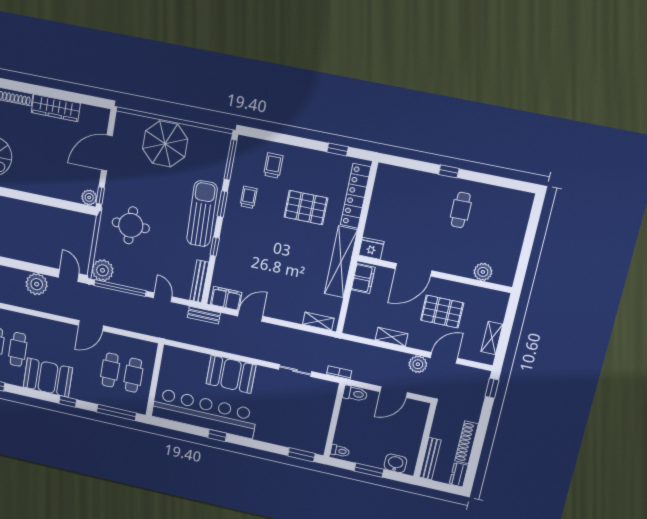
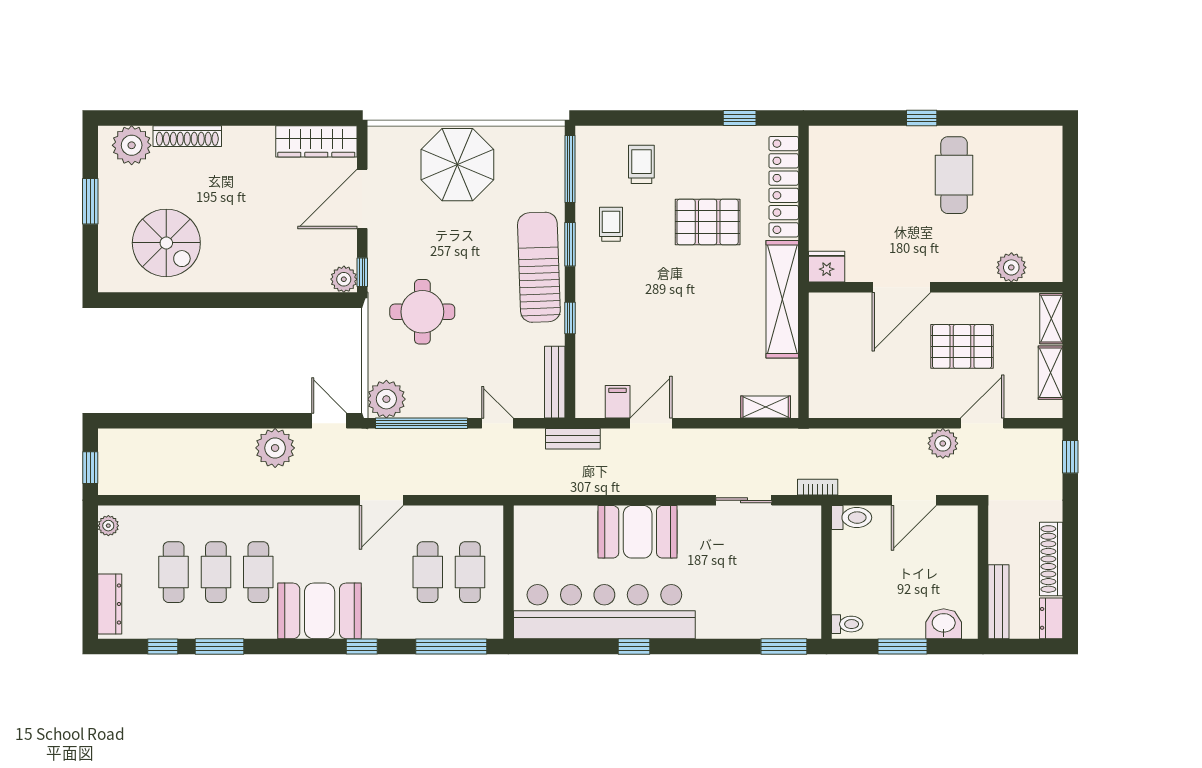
wardrobe: (56, 108) -> (316, 141), moved
cafe table: (461, 210) -> (954, 175), width x1.37, depth x1.35
filing cabinet: (363, 278) -> (824, 319), removed
filing cabinet: (226, 298) -> (618, 402), width x0.50
shelving: (392, 337) -> (1051, 319), moved, turned 90

